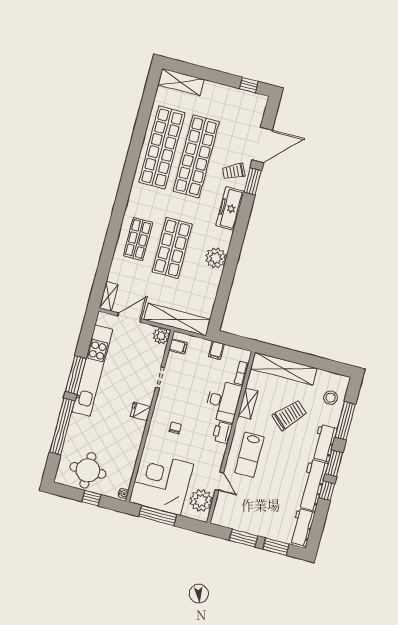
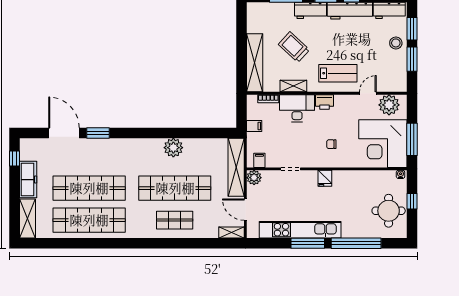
trolley: (234, 171) -> (94, 152), removed
freezer: (230, 208) -> (28, 180), moved, turned -90
shop shelf: (172, 248) -> (175, 188), width x1.40
stool: (331, 398) -> (396, 43), moved

